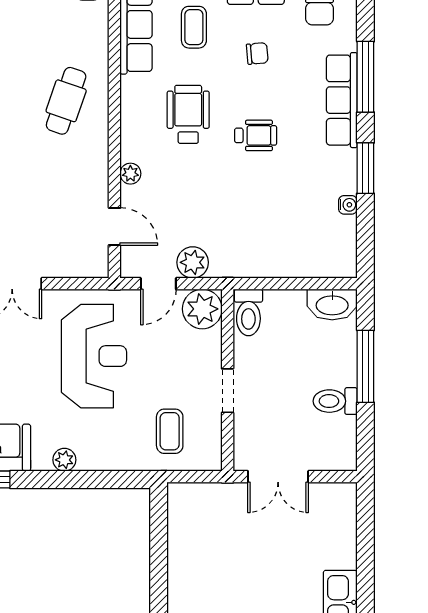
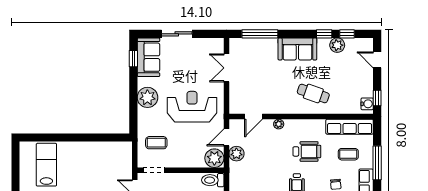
door: (158, 284) -> (226, 137), hinge flipped
reception desk: (94, 356) -> (192, 107), turned 180
doorway: (228, 391) -> (154, 170), moved
plant: (64, 460) -> (147, 97), width x1.87, depth x1.87

